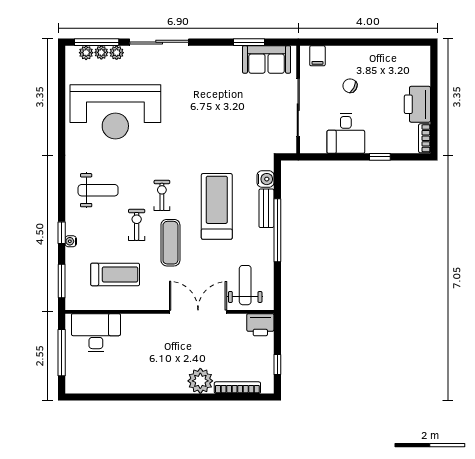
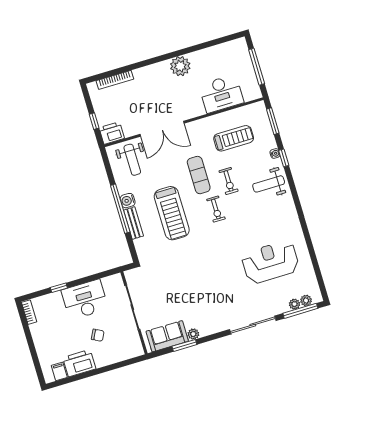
plant: (117, 53) -> (193, 334), moved
filing cabinet: (317, 56) -> (59, 371), moved
printer: (417, 104) -> (79, 363), moved, turned -90
reception desk: (115, 112) -> (270, 262), width x0.74, depth x0.77
desk: (346, 133) -> (85, 300), width x1.37
water cooler: (265, 179) -> (128, 201), moved
weight bench: (98, 190) -> (269, 184), moved
treadmill: (115, 274) -> (234, 138), turned 180
desk: (96, 333) -> (221, 94), moved
window: (277, 364) -> (94, 121), moved
plant: (200, 381) -> (180, 66), moved

